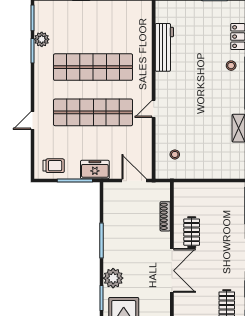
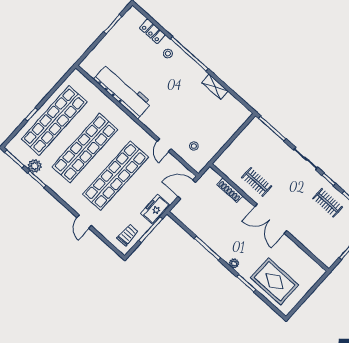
shop shelf: (93, 22) -> (54, 120), added
workbench: (164, 47) -> (123, 91), width x1.36, depth x1.32
door: (154, 109) -> (164, 145), moved
double door: (172, 271) -> (271, 219), swing flipped
plant: (113, 278) -> (234, 263), width x0.53, depth x0.53

